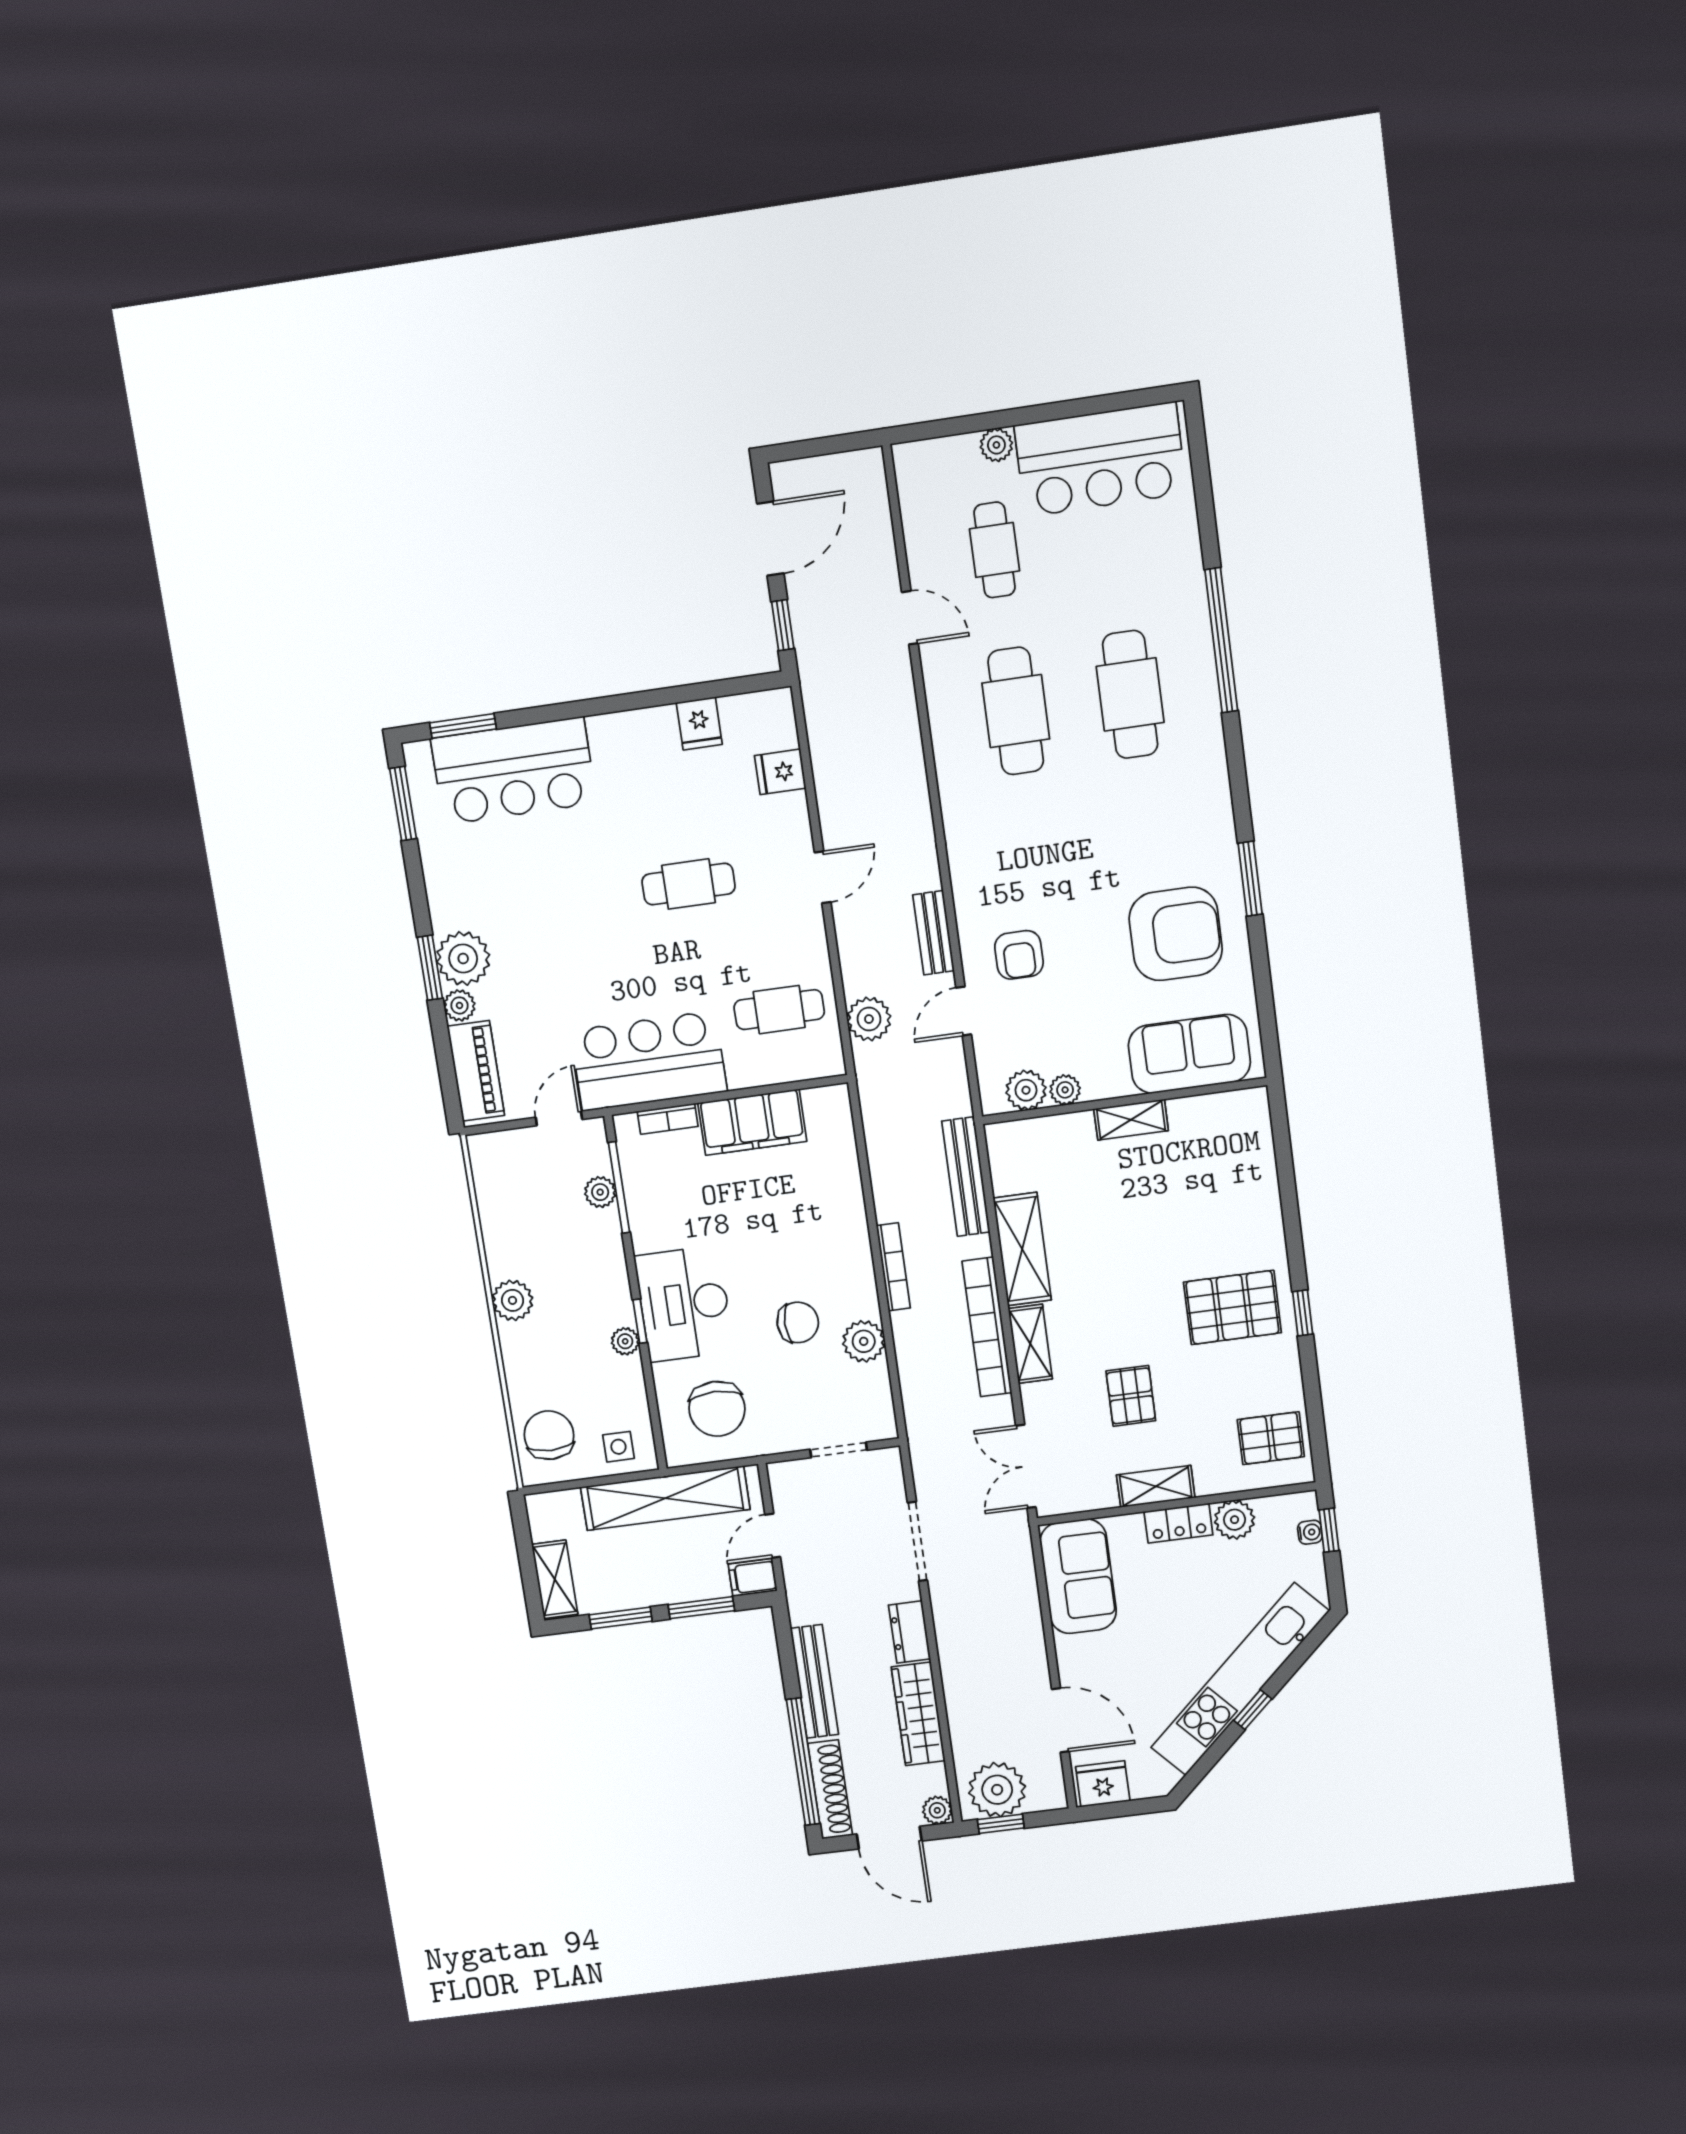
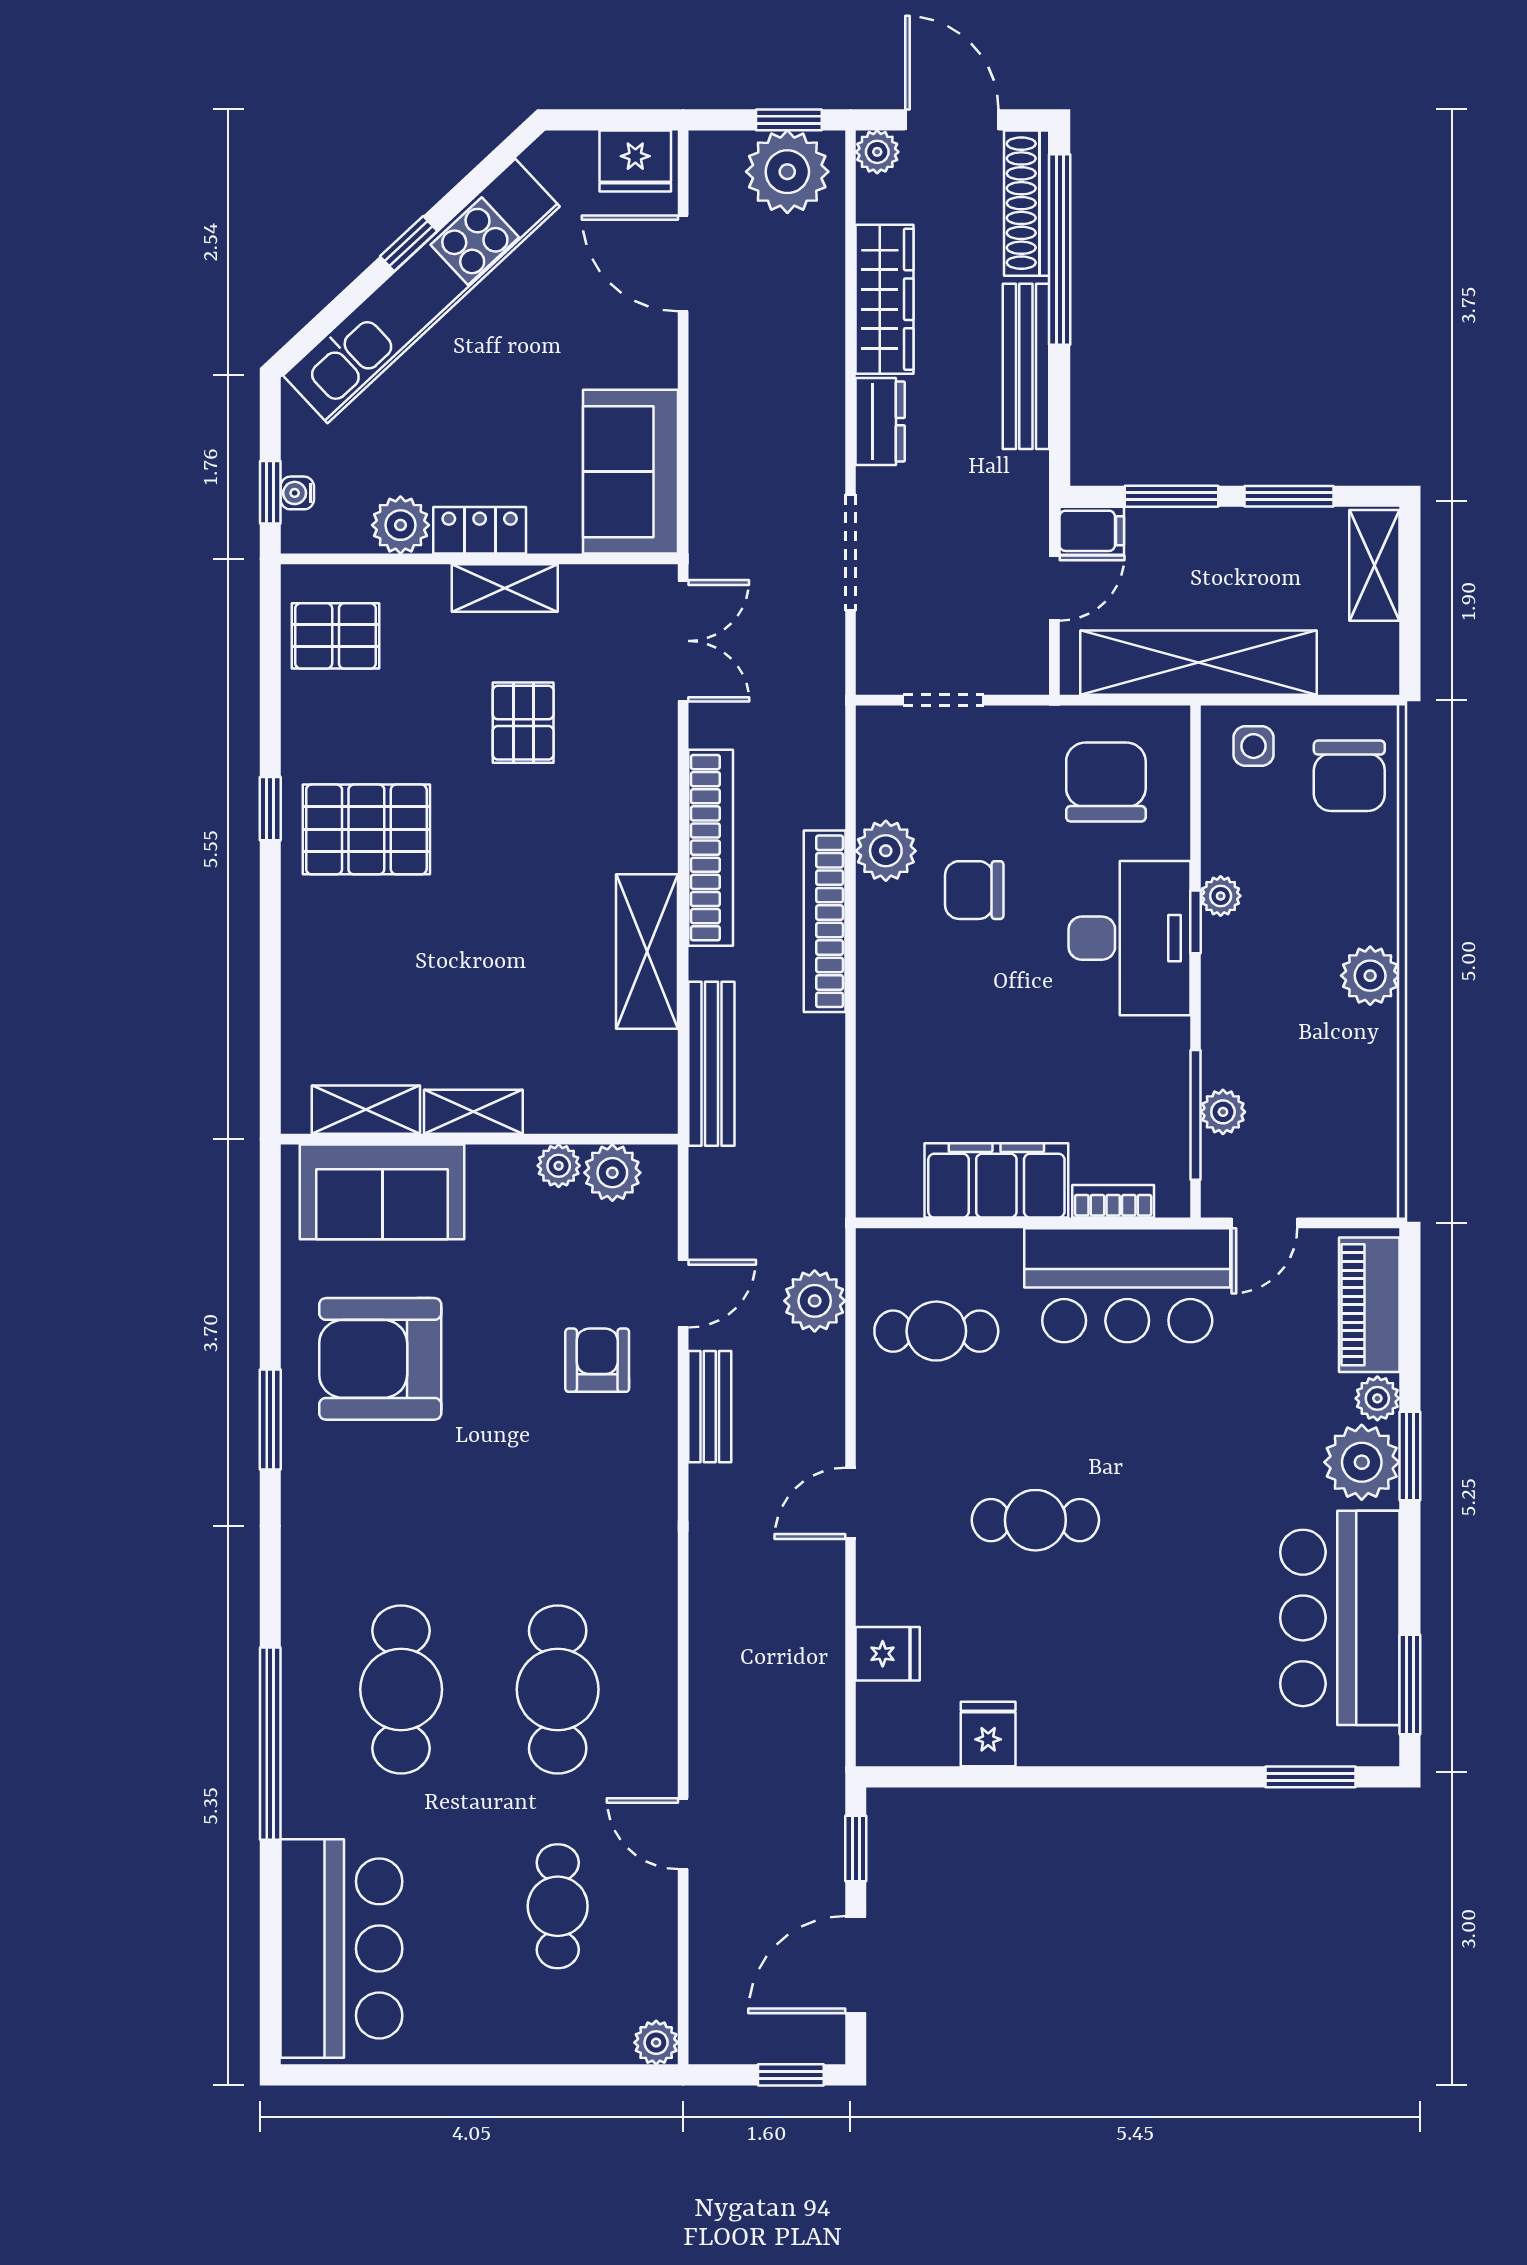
plant: (996, 445) -> (656, 2043), moved
window: (806, 449) -> (791, 2075), added
bar counter: (1100, 459) -> (341, 1948), moved, turned 90
bar counter: (514, 771) -> (1340, 1618), moved, turned -90
bookcase: (893, 1267) -> (825, 921), width x1.48, depth x1.31
shelving: (1030, 1344) -> (366, 1110), moved, turned 90

